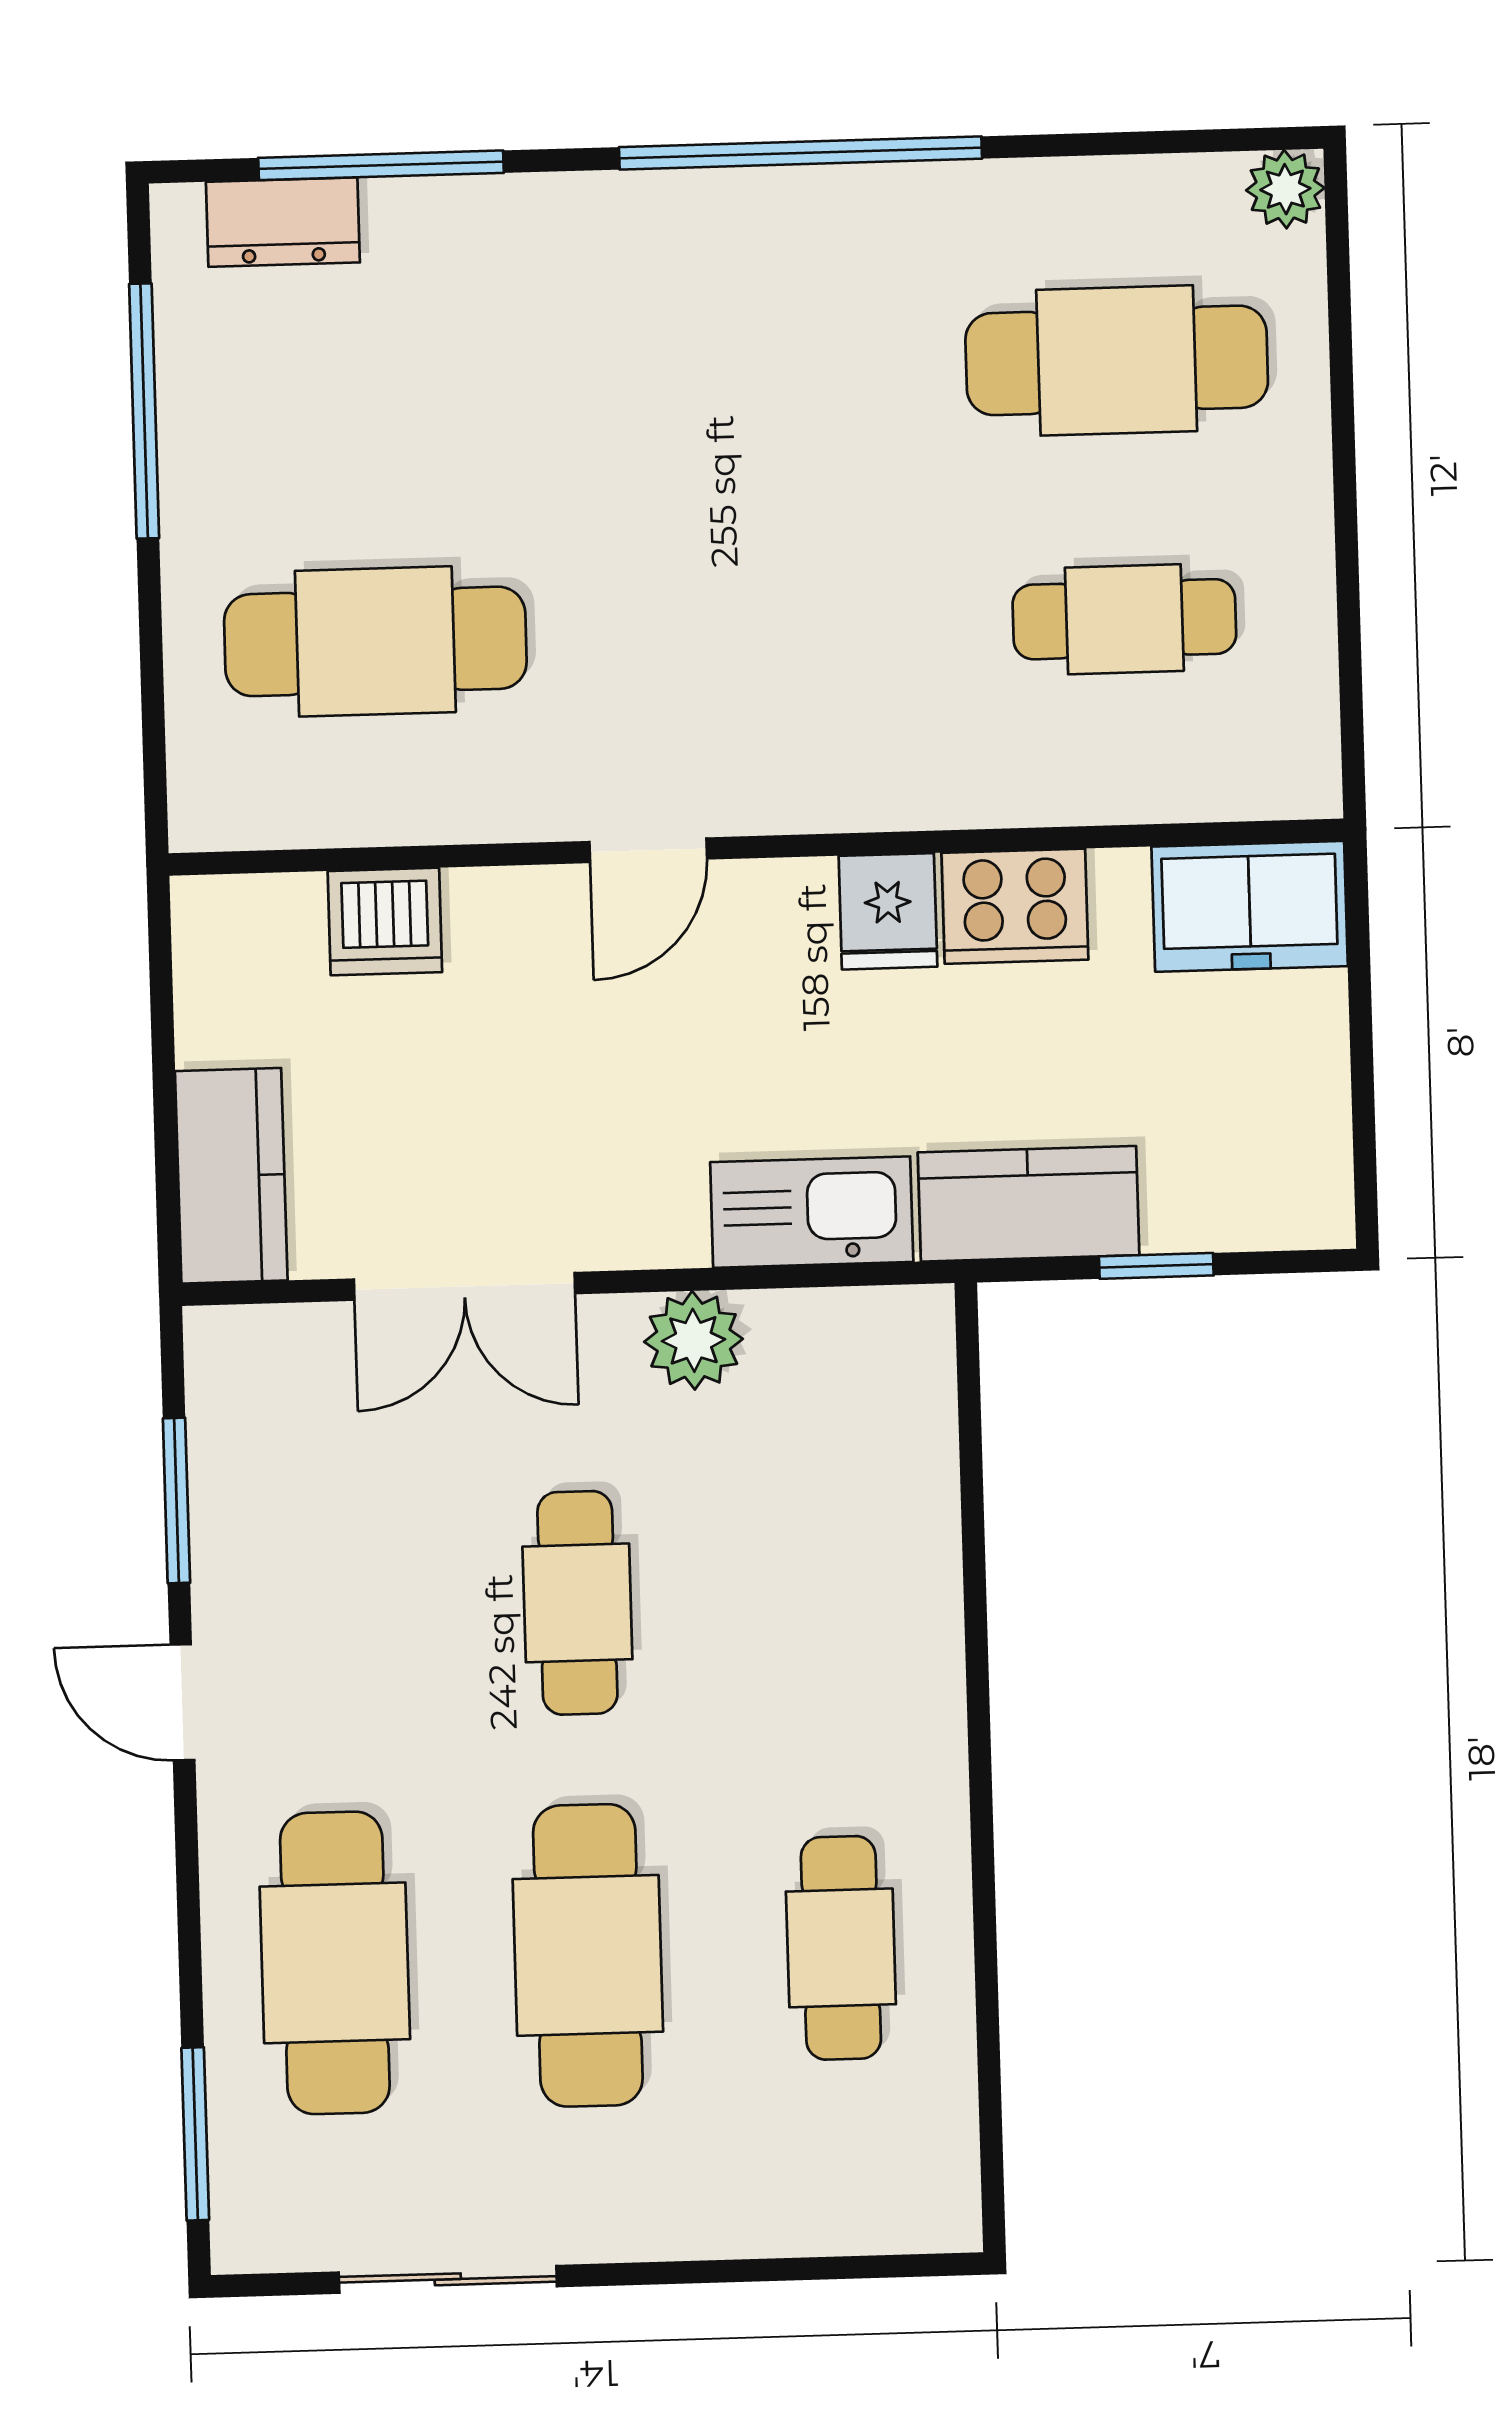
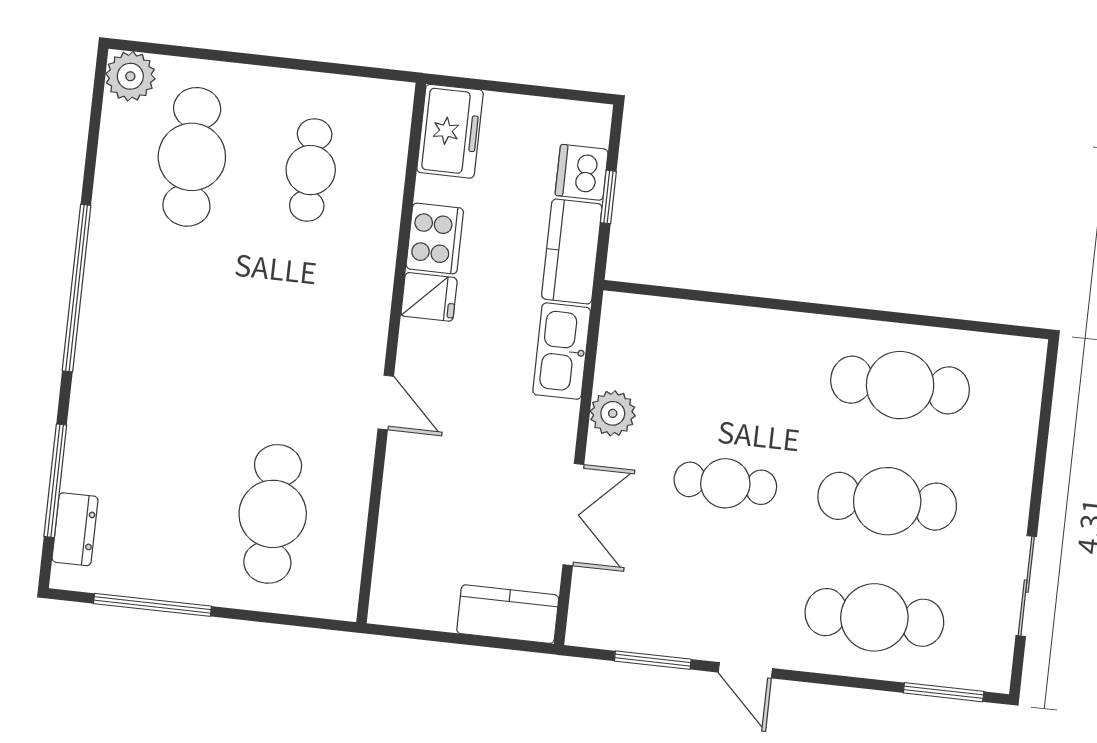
plant: (1285, 189) -> (130, 76), width x1.38, depth x1.38
dishwasher: (385, 922) -> (582, 172), moved, turned 180
door: (182, 1702) -> (745, 670), hinge flipped
cafe table: (841, 1948) -> (900, 385), width x1.37, depth x1.35

